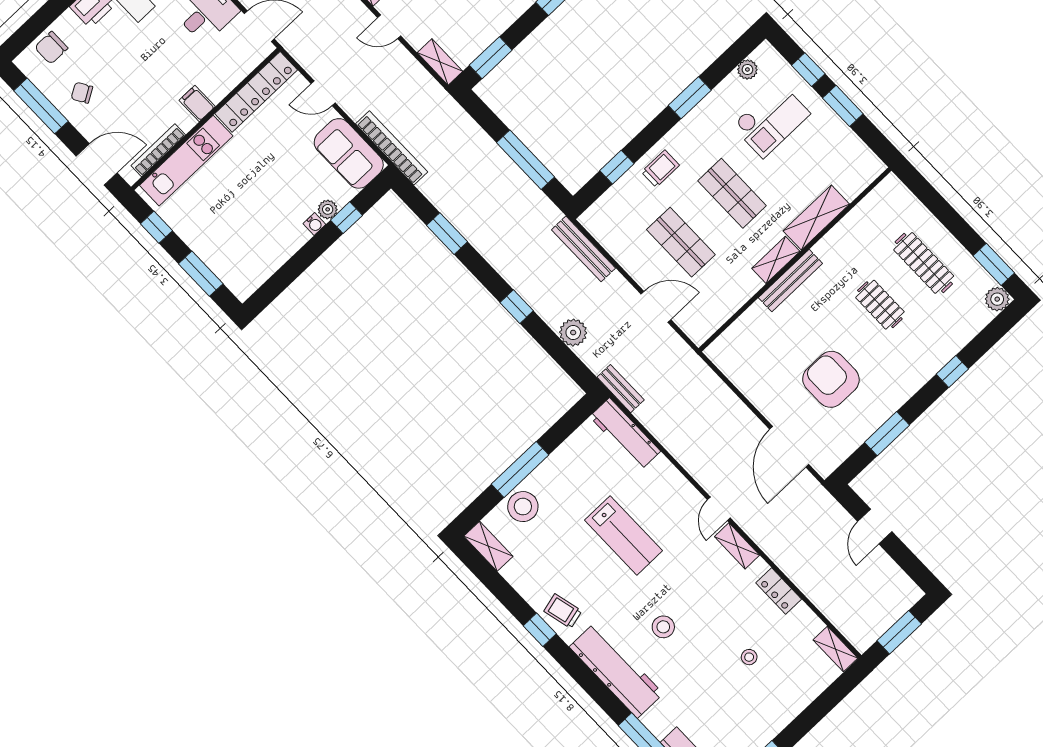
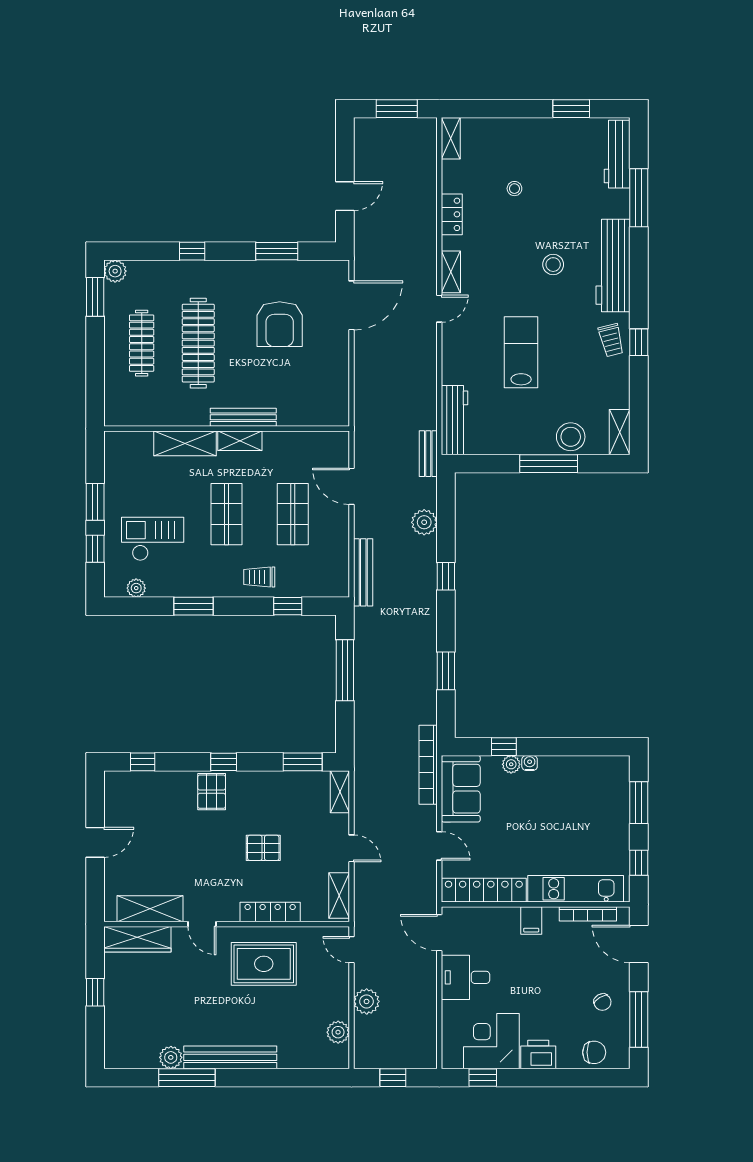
clothes rail: (880, 305) -> (198, 343), width x1.86, depth x1.31

